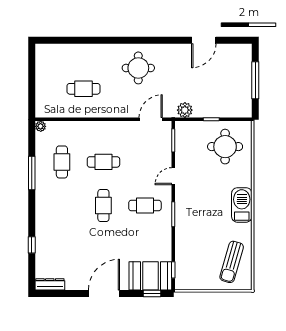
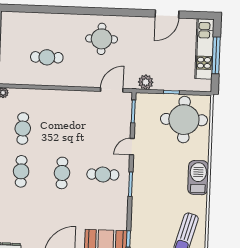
kitchen unit: (243, 74) -> (205, 49), added
round table: (225, 147) -> (184, 120), width x1.36, depth x1.36
cafe table: (103, 162) -> (21, 171), moved, turned 90

